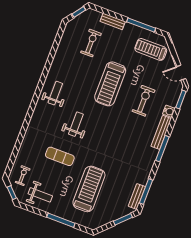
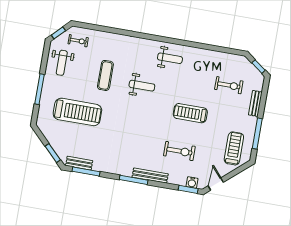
treadmill: (110, 84) -> (190, 113), width x0.73, depth x0.73
water cooler: (169, 111) -> (192, 182), moved

